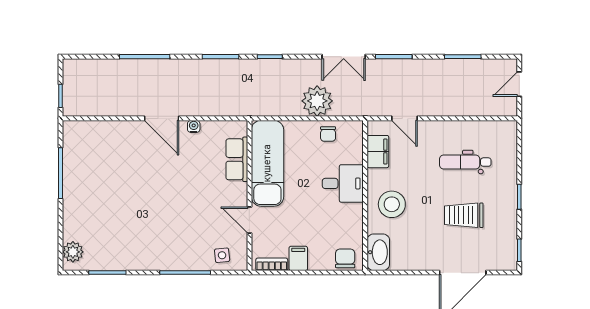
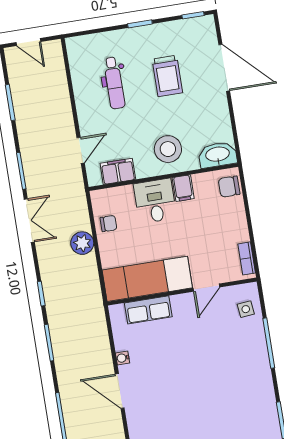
plant: (317, 101) -> (82, 243), width x0.73, depth x0.73
door: (162, 118) -> (120, 391), swing flipped
filing cabinet: (298, 258) -> (183, 188), moved, turned -90

